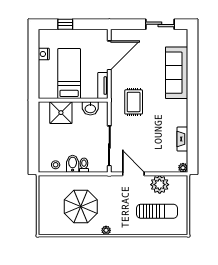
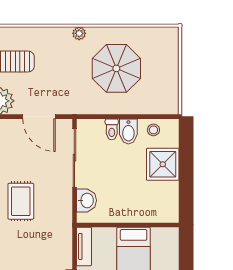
rug: (134, 102) -> (21, 201), moved
washbasin: (90, 108) -> (86, 200), moved, turned 90
shower: (61, 113) -> (163, 164), moved

